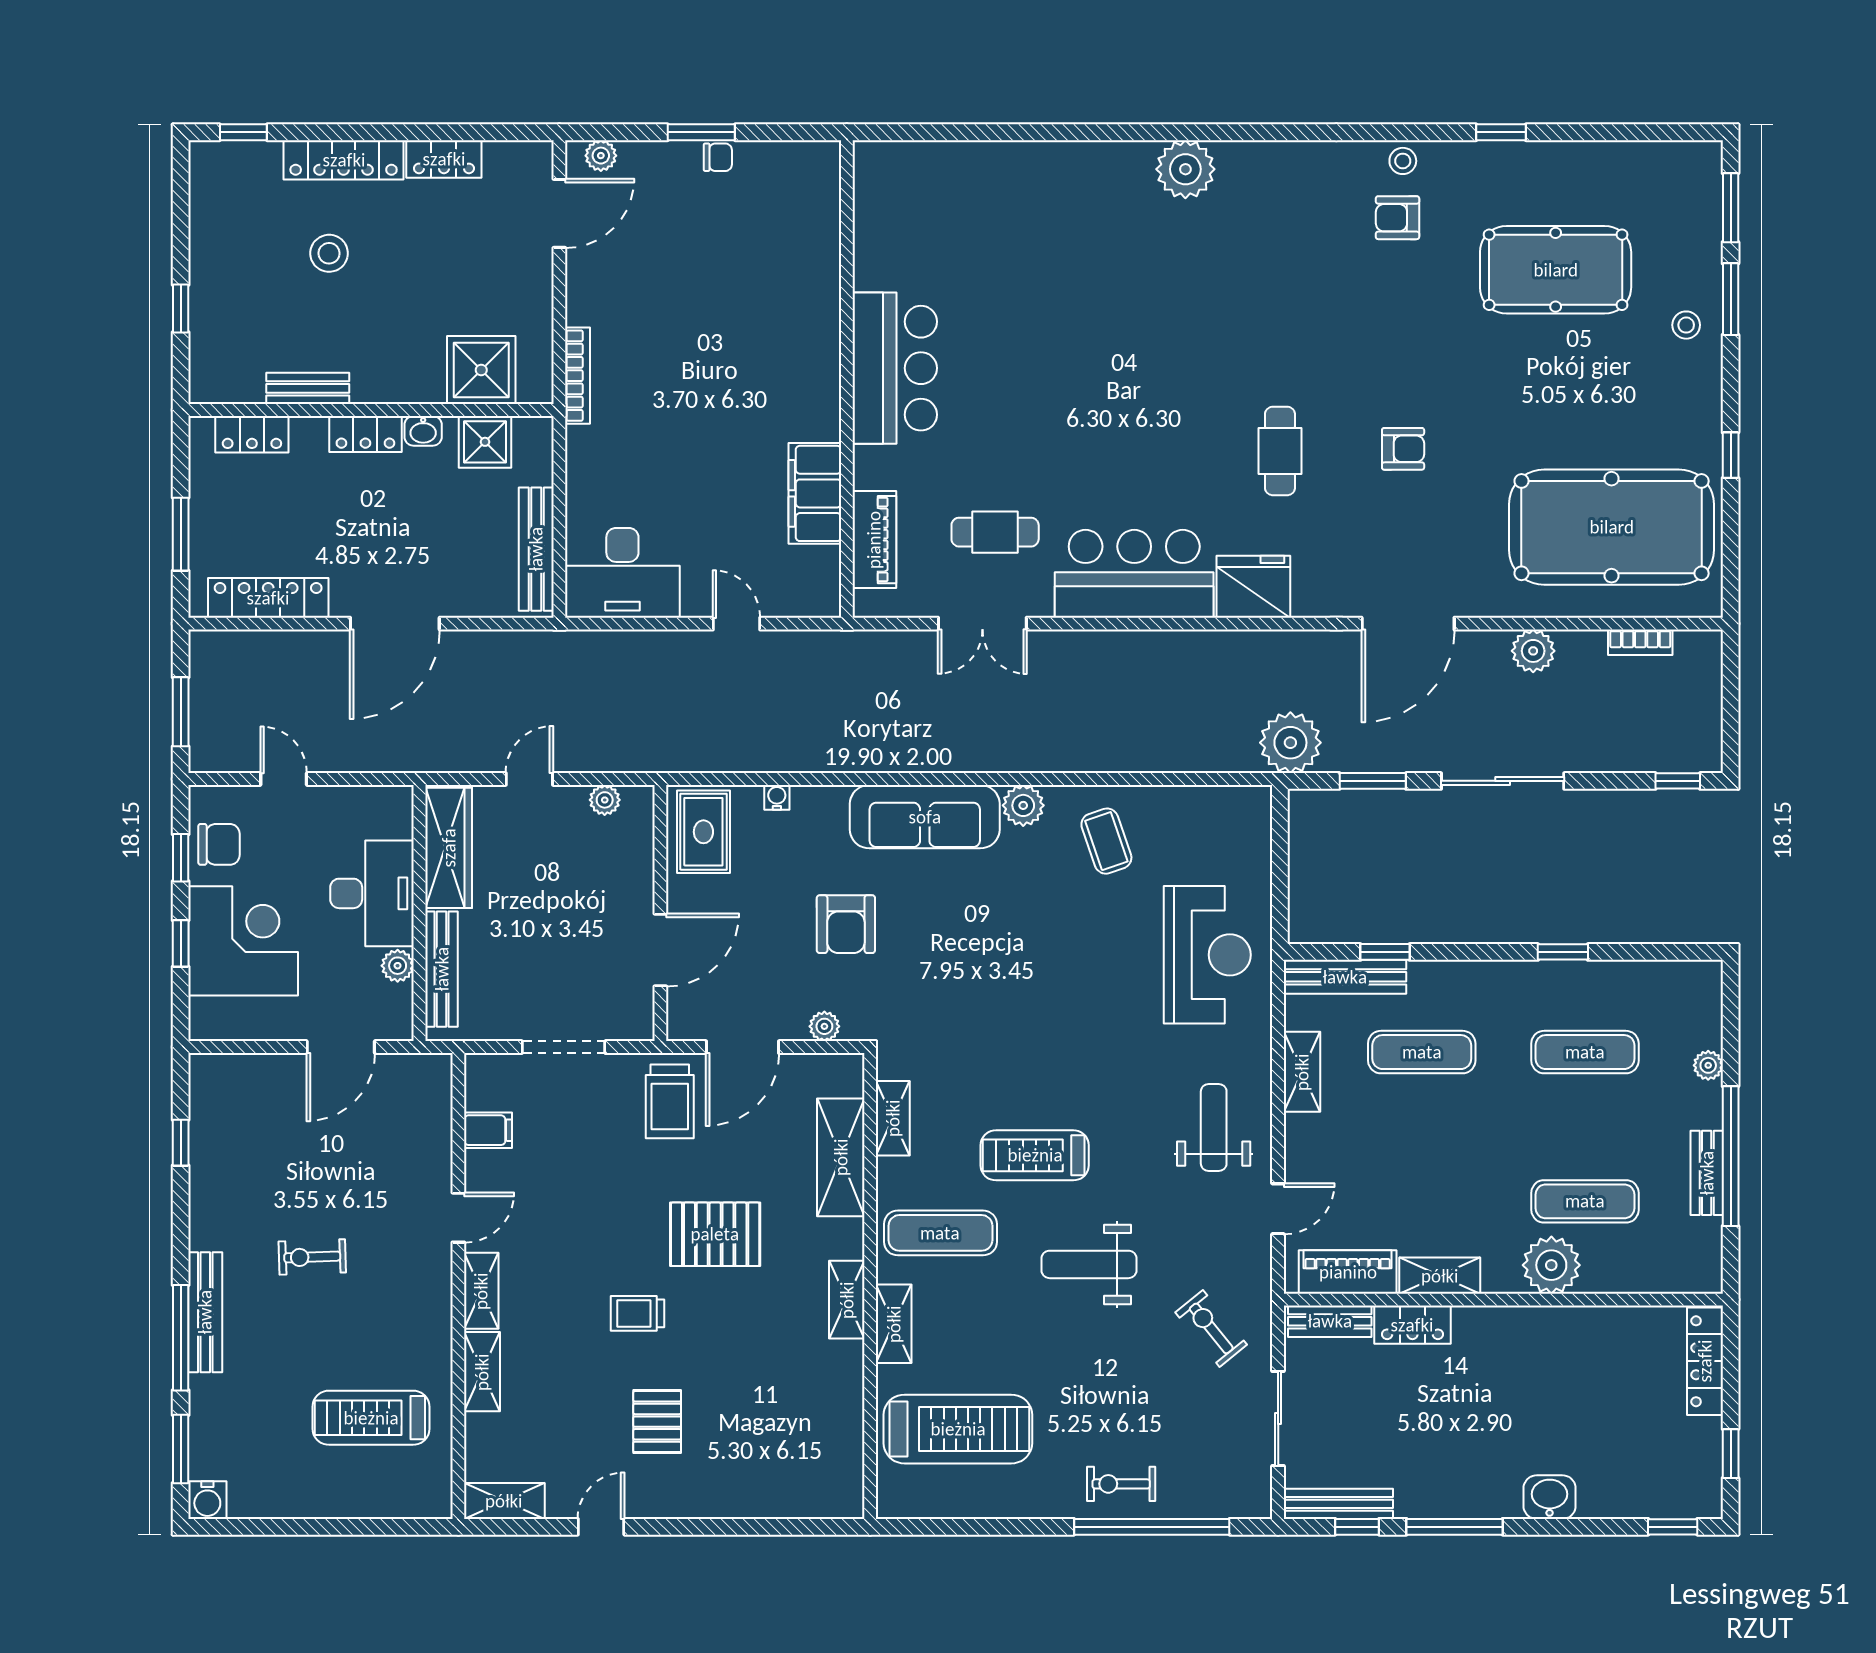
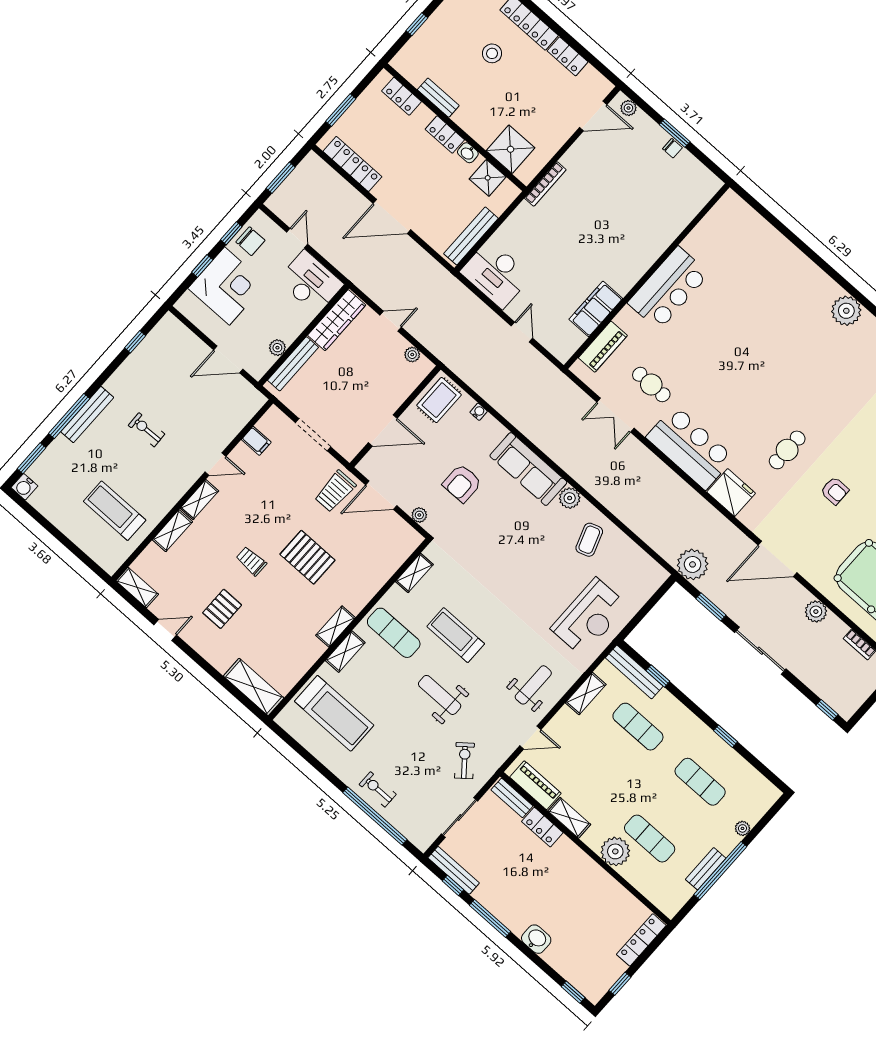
desk: (372, 893) -> (310, 282), moved, turned -90
shelving: (841, 1157) -> (254, 687), moved, turned 90

